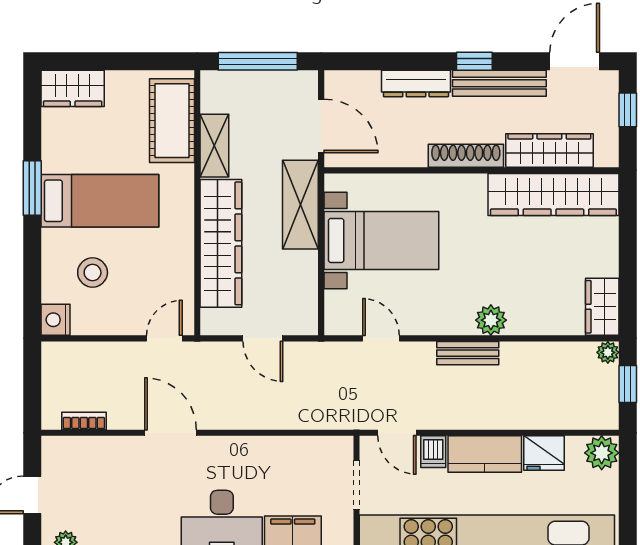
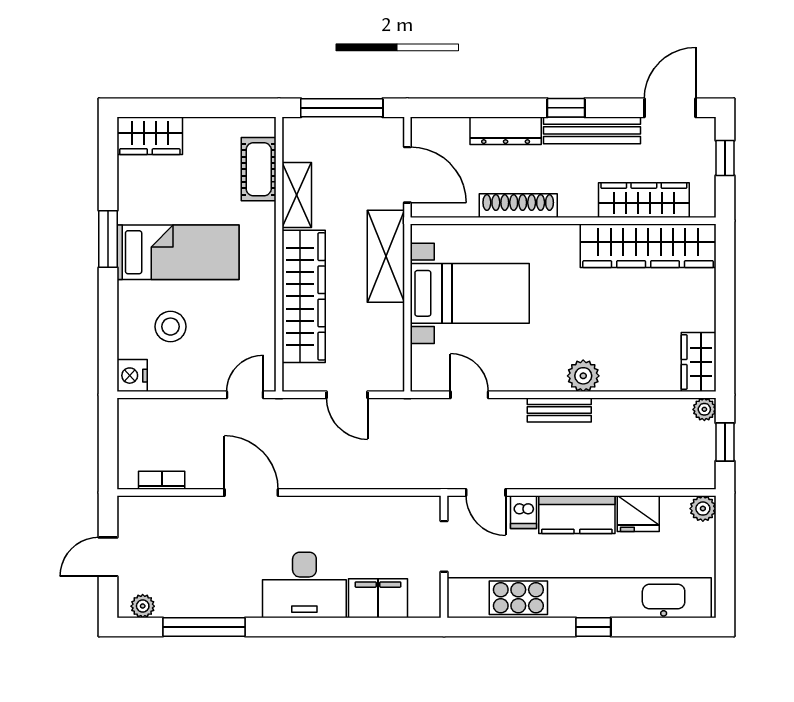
cot: (172, 121) -> (259, 169), width x0.73, depth x0.75
shoe rack: (466, 156) -> (518, 206), moved
plant: (602, 453) -> (703, 509), width x0.73, depth x0.73

